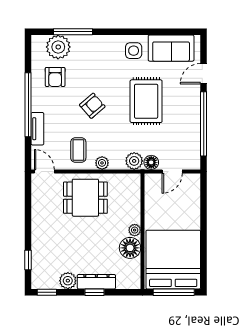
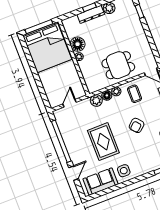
floor lamp: (151, 162) -> (107, 95), moved

